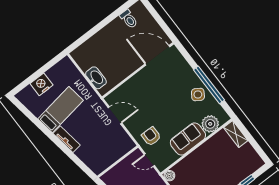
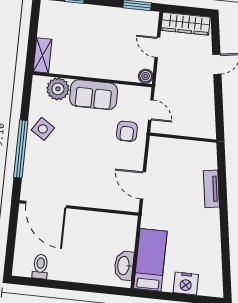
washbasin: (96, 78) -> (124, 266), moved
window: (209, 85) -> (21, 149), moved
bed: (61, 110) -> (150, 260), moved, turned 99
tv unit: (67, 139) -> (211, 189), moved

